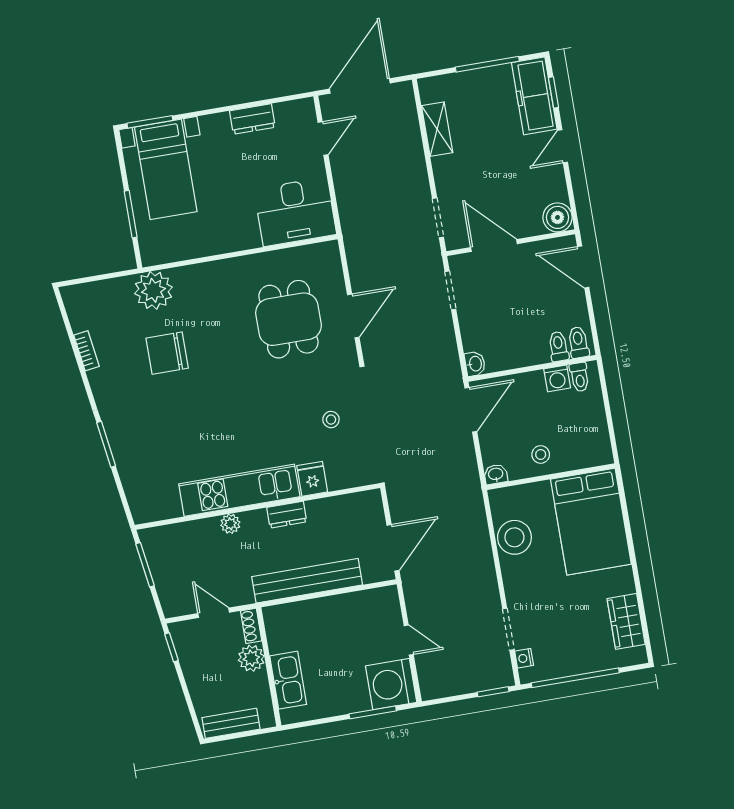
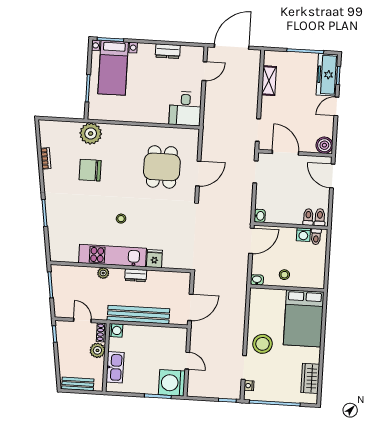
desk: (295, 212) -> (185, 109), width x0.73
stool: (331, 420) -> (121, 219), moved
stool: (514, 537) -> (263, 344), moved
washing machine: (275, 617) -> (116, 330), added

